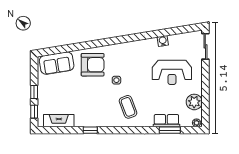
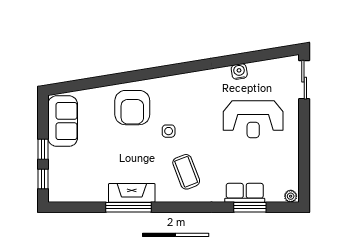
sofa: (57, 63) -> (63, 121), moved, turned -81
armchair: (93, 65) -> (132, 108), turned 90
plant: (194, 102) -> (287, 164), removed
fireplace: (59, 121) -> (132, 193), moved
window: (90, 130) -> (129, 207), width x2.17

